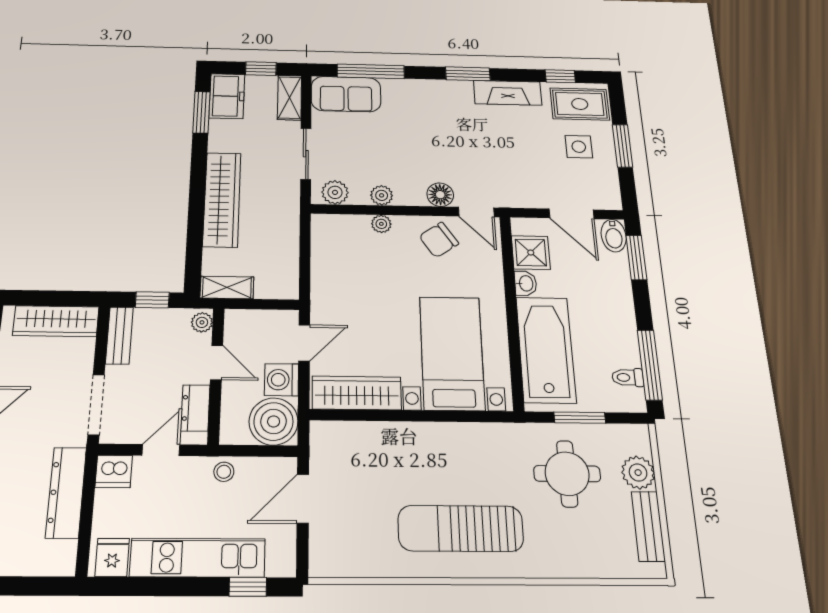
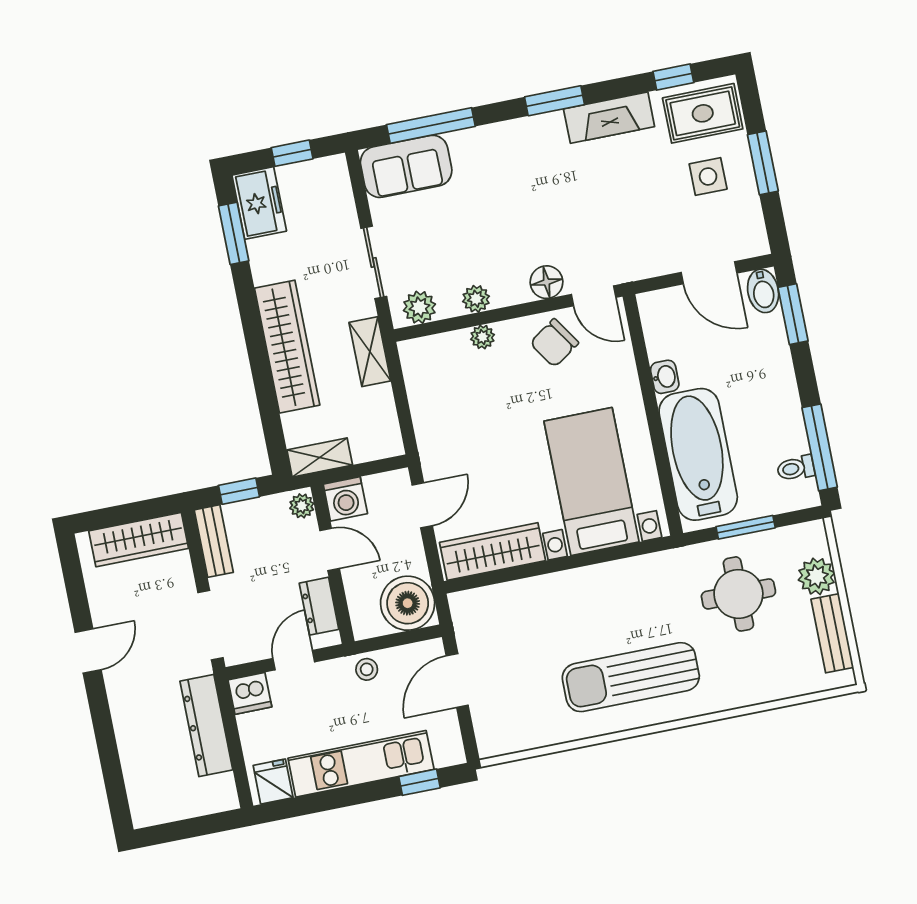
shelving: (290, 98) -> (370, 352), moved
shower: (531, 253) -> (666, 335), removed
washing machine: (282, 380) -> (345, 499), moved, turned -90

